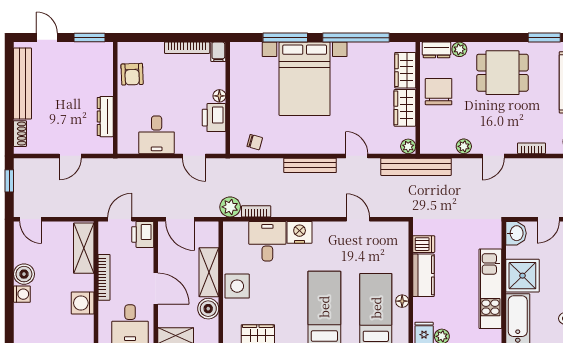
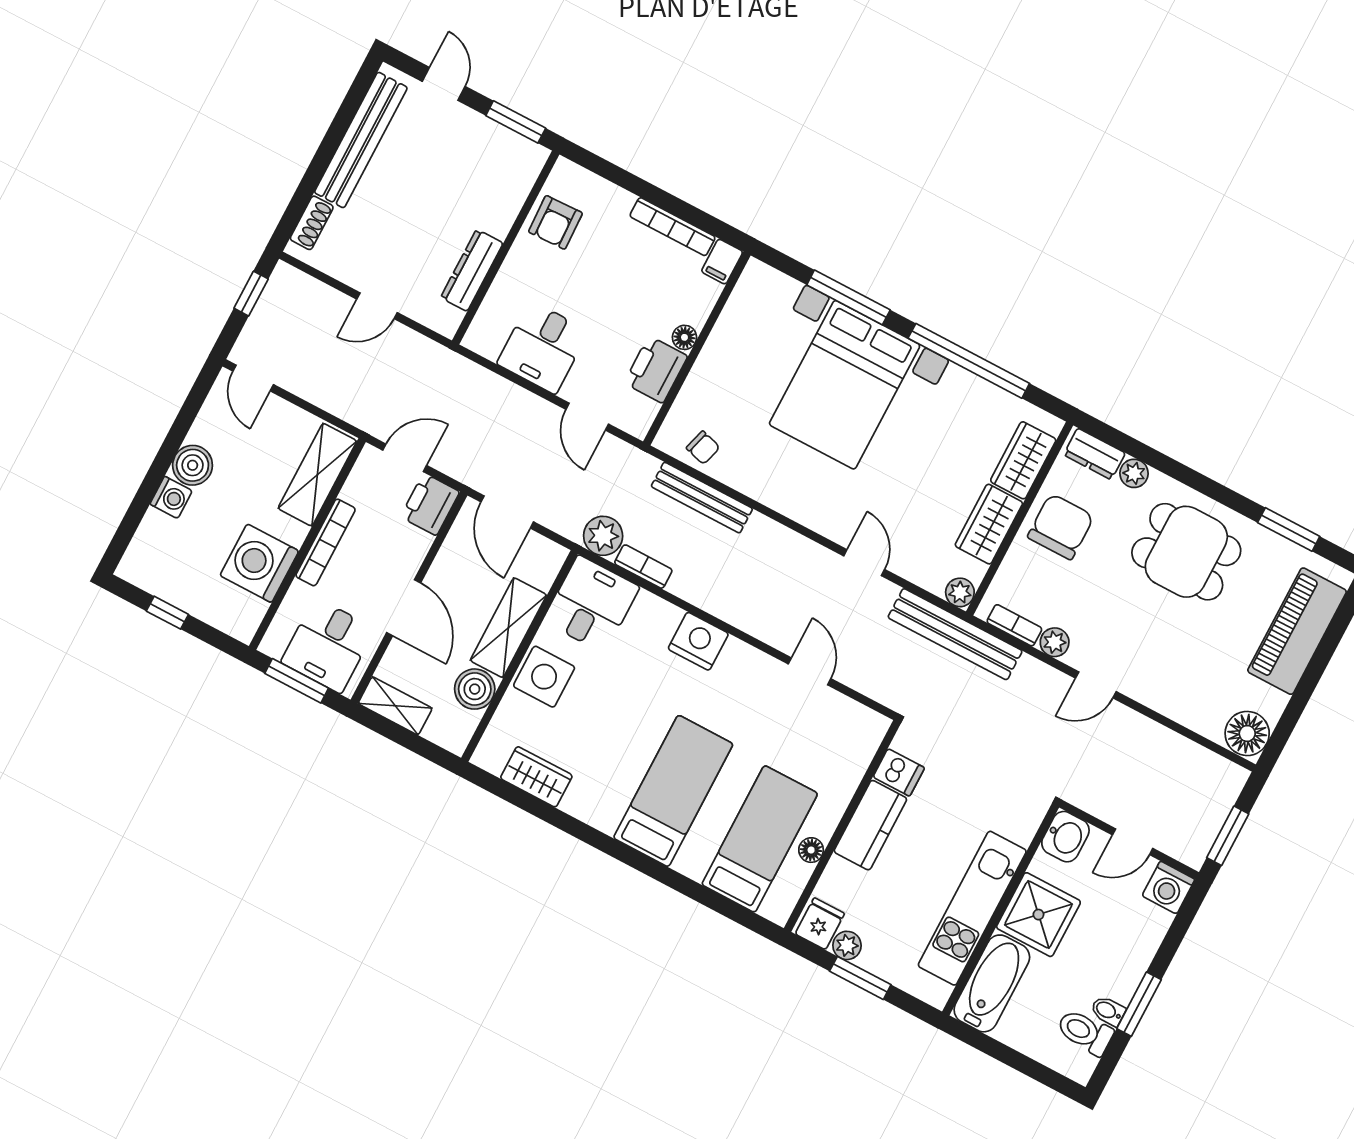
bookcase: (531, 148) -> (1014, 625), moved
bench: (310, 165) -> (702, 498), moved
desk: (267, 241) -> (591, 604), moved
washing machine: (83, 303) -> (259, 563), width x1.37, depth x1.37

